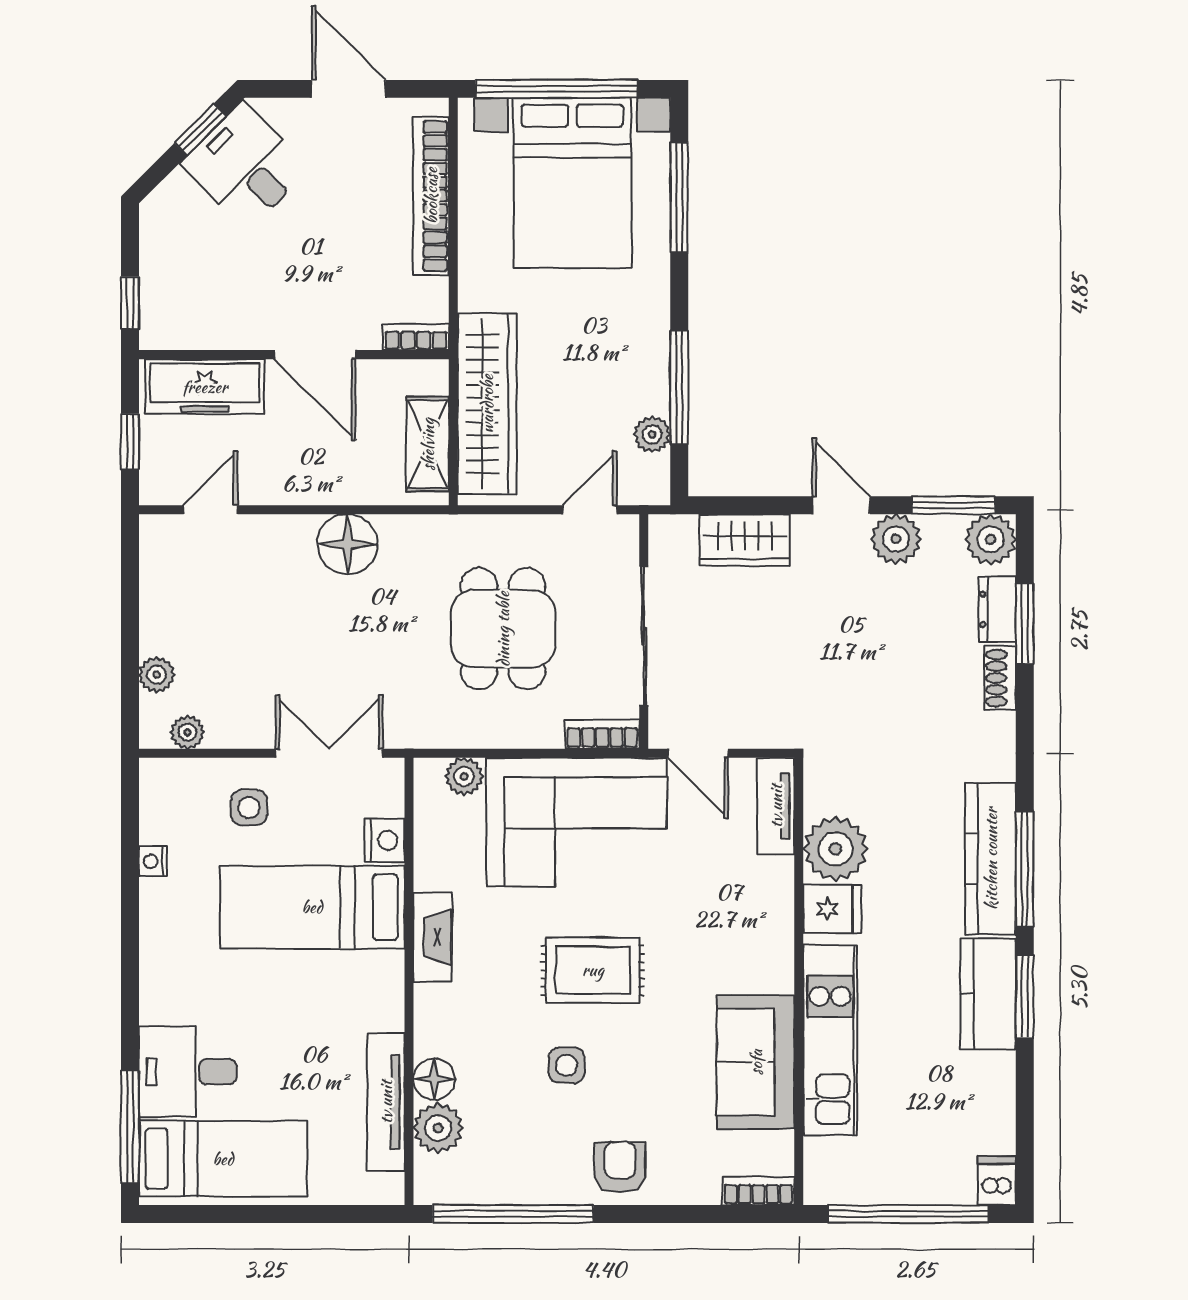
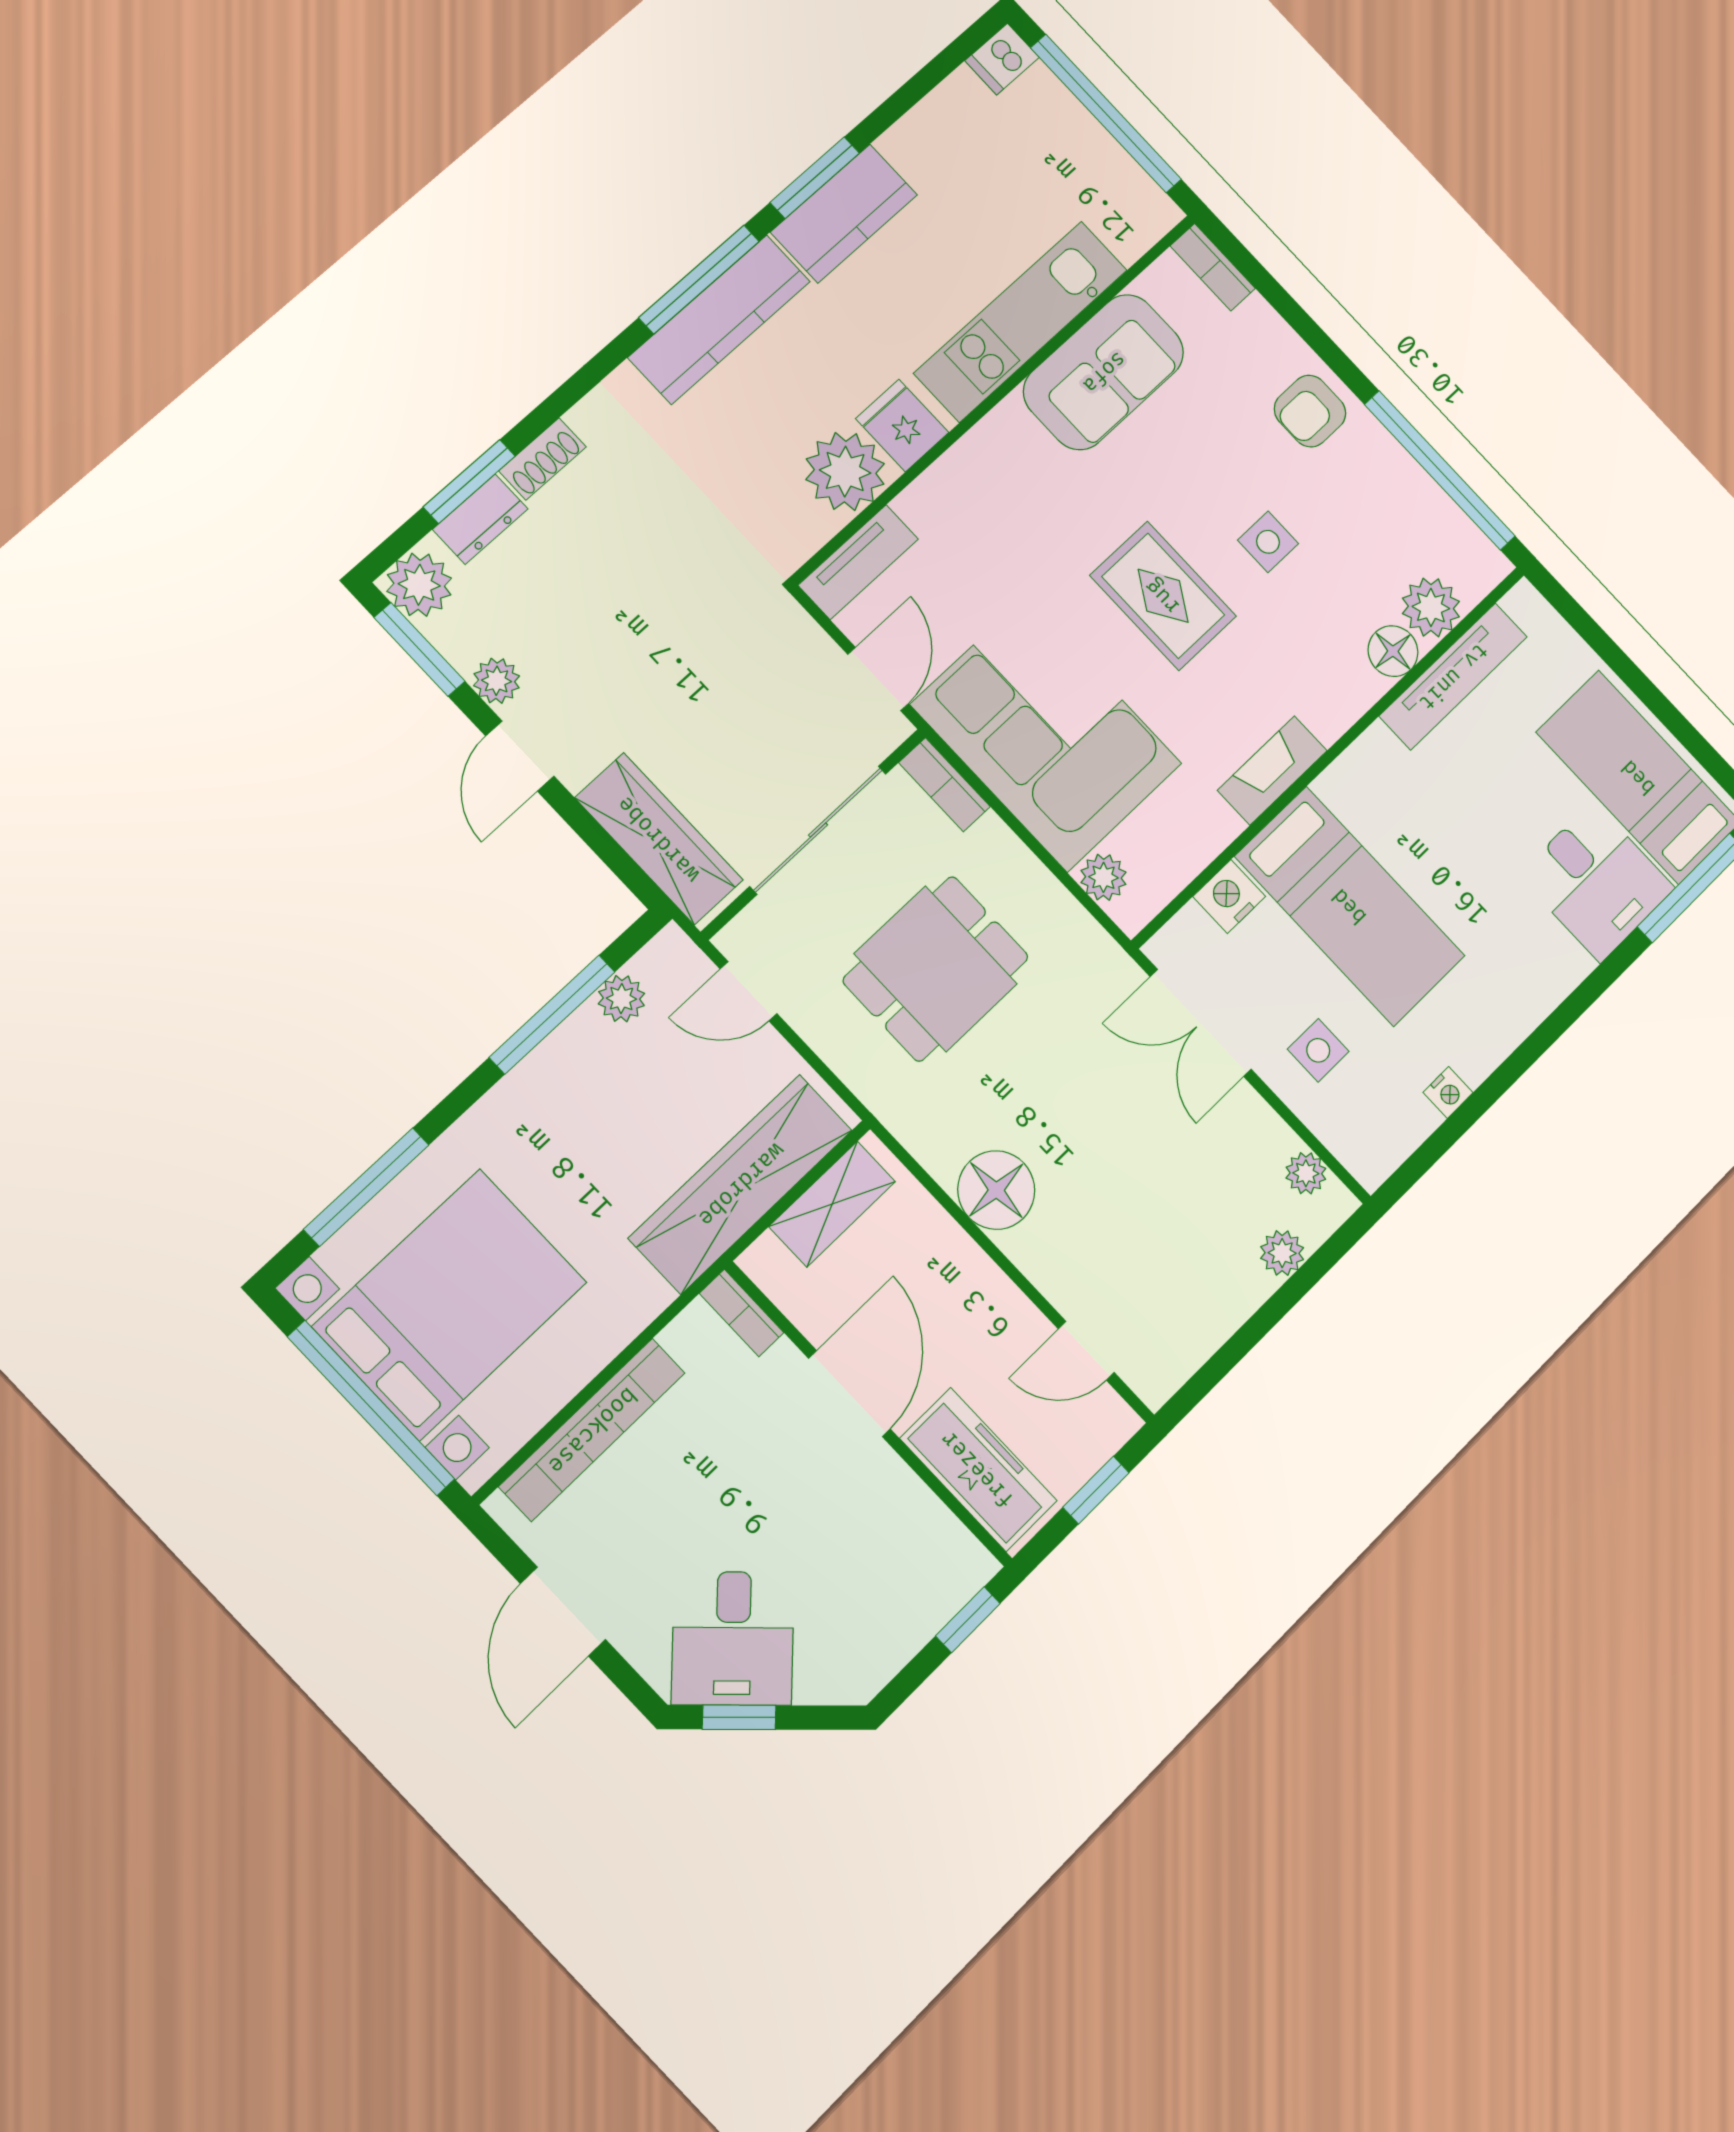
plant: (896, 539) -> (497, 681), width x0.73, depth x0.73
wardrobe: (745, 540) -> (659, 839), width x1.50

